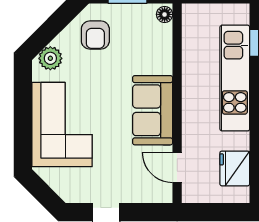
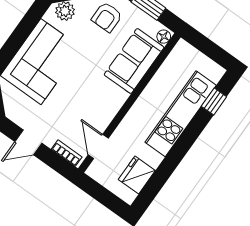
sofa: (153, 110) -> (134, 61), moved
bookcase: (151, 196) -> (67, 153), added

